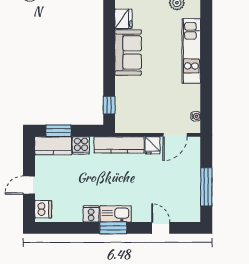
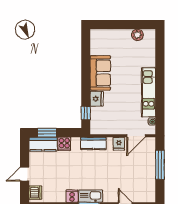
fridge: (123, 19) -> (97, 99), moved
kitchen unit: (191, 51) -> (148, 92), moved
kitchen counter: (119, 145) -> (93, 143), width x0.67
window: (206, 187) -> (160, 165), moved

